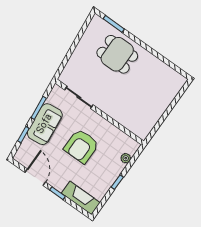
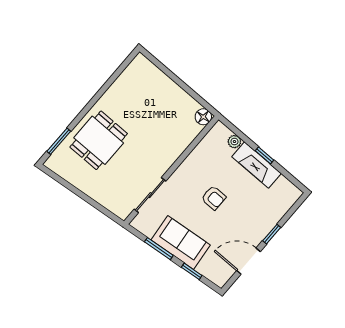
floor lamp: (142, 133) -> (203, 117), added
armchair: (81, 146) -> (214, 198), width x0.53, depth x0.53
fireplace: (81, 198) -> (257, 165), moved, turned -90

